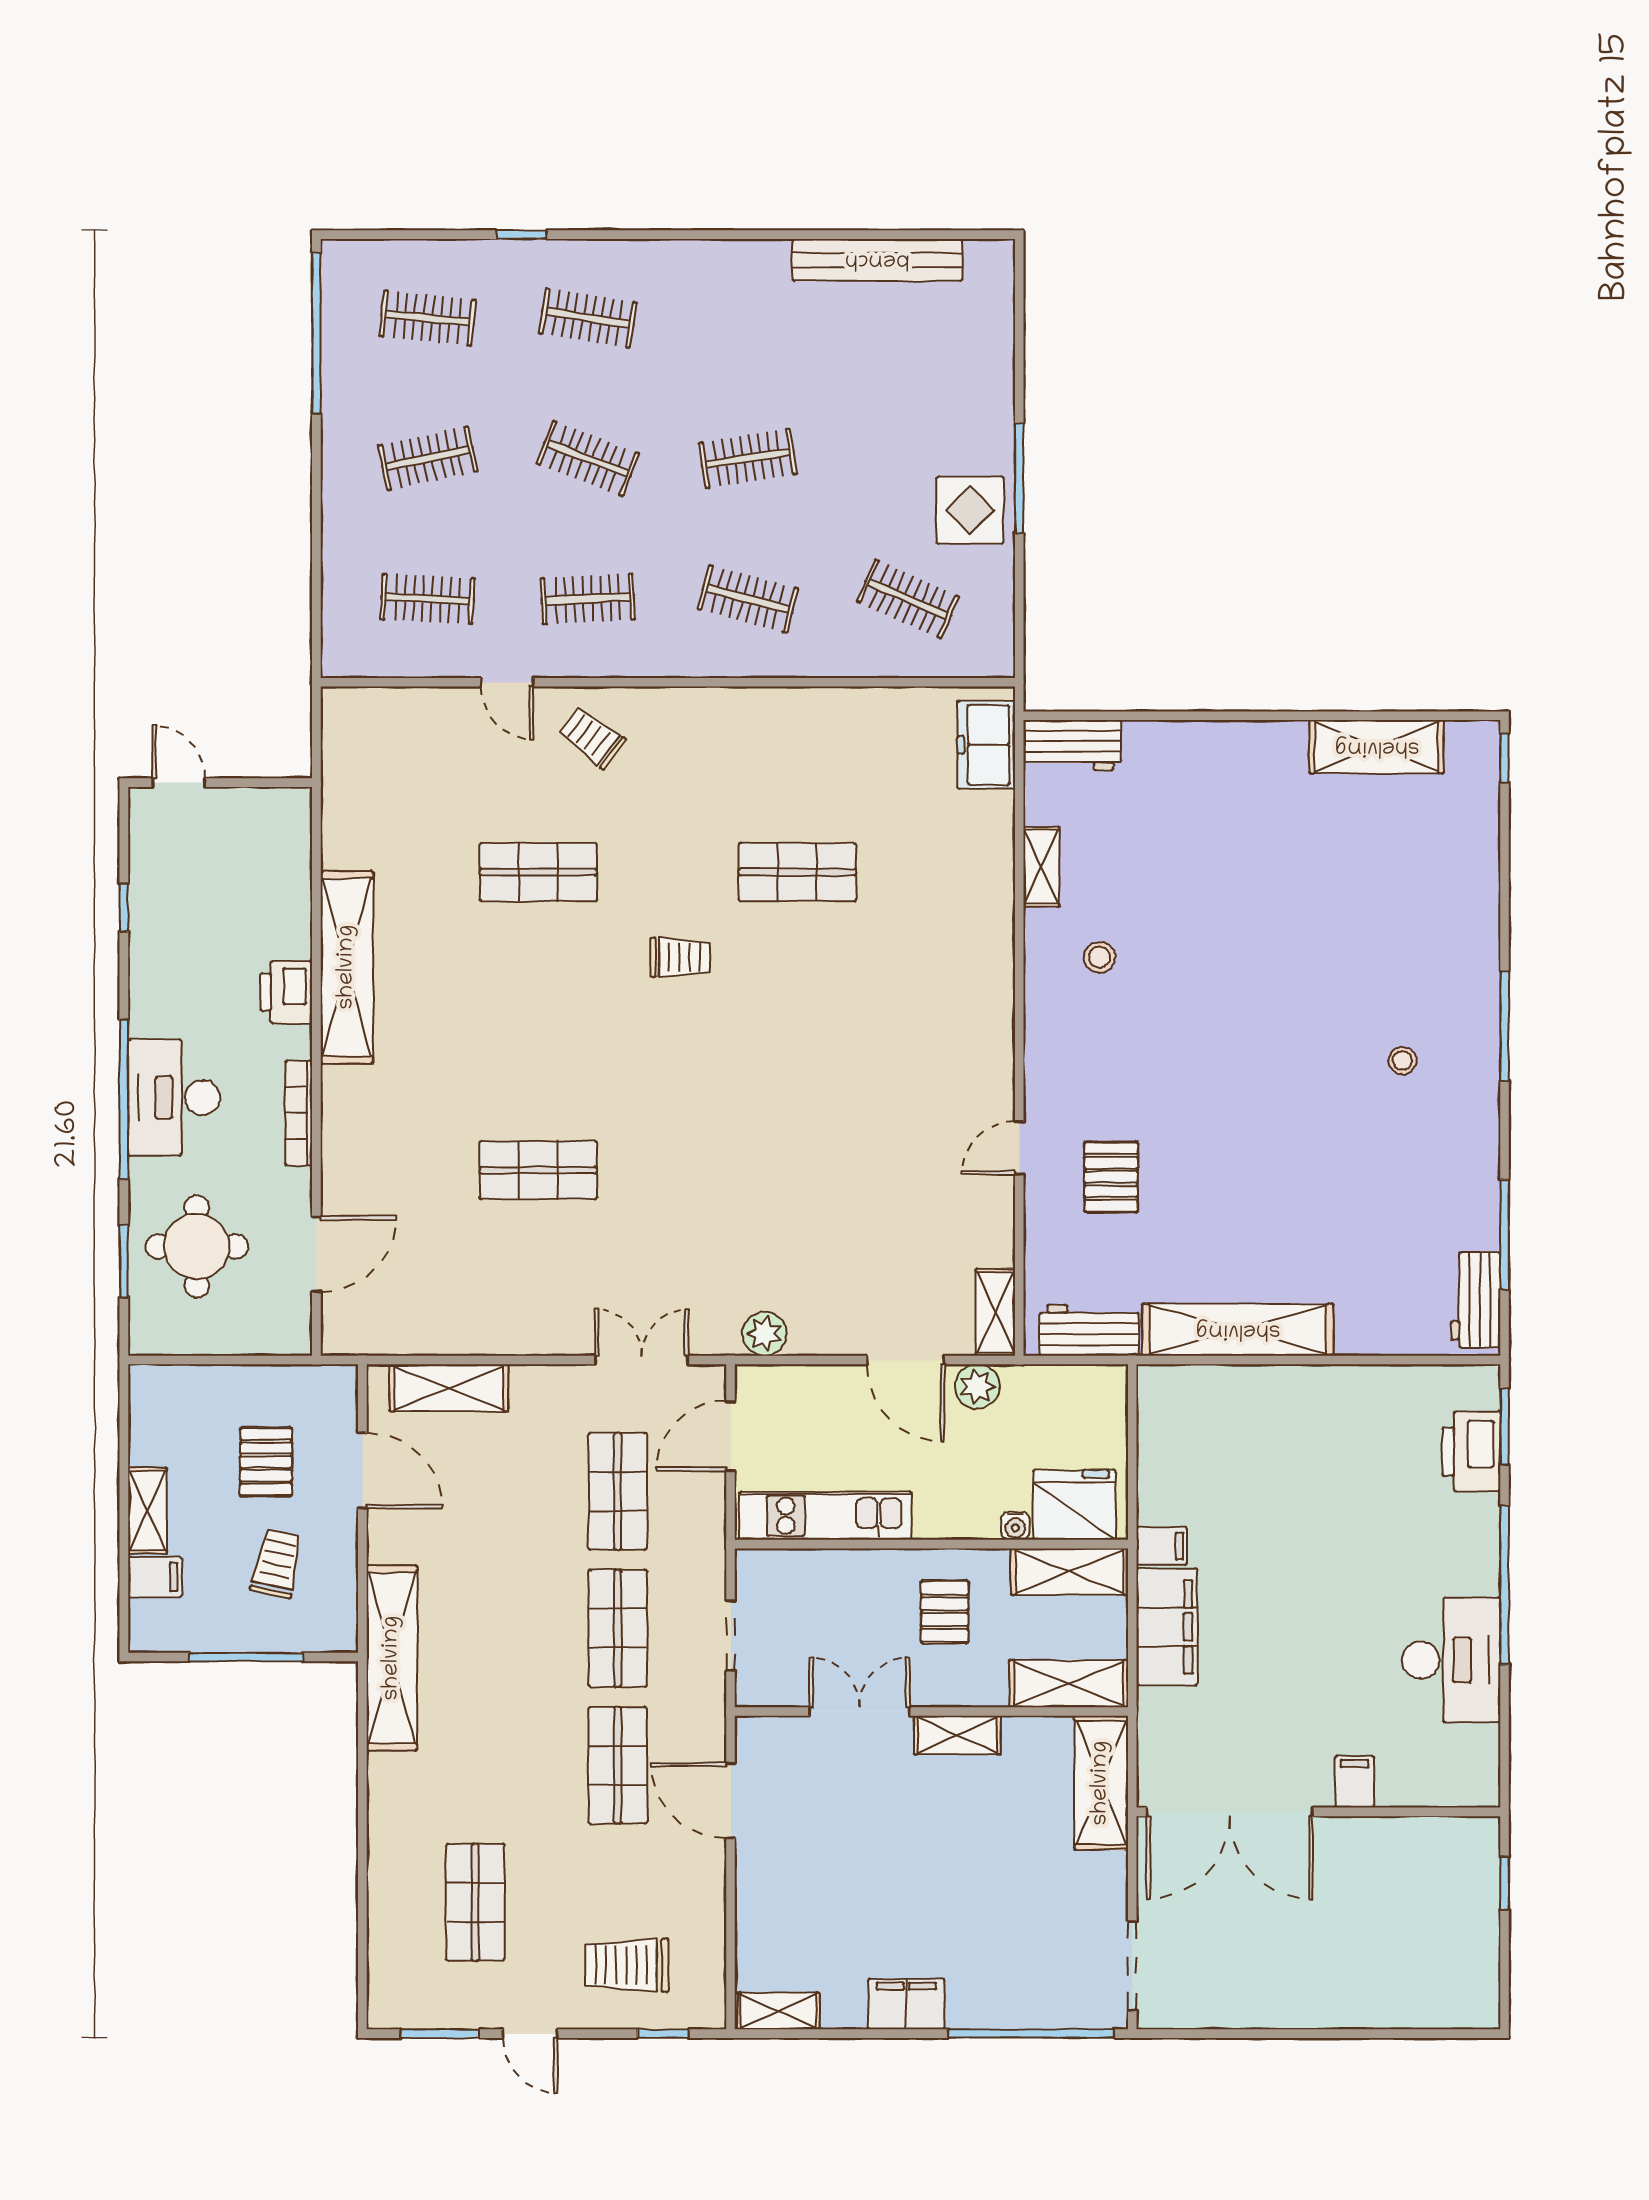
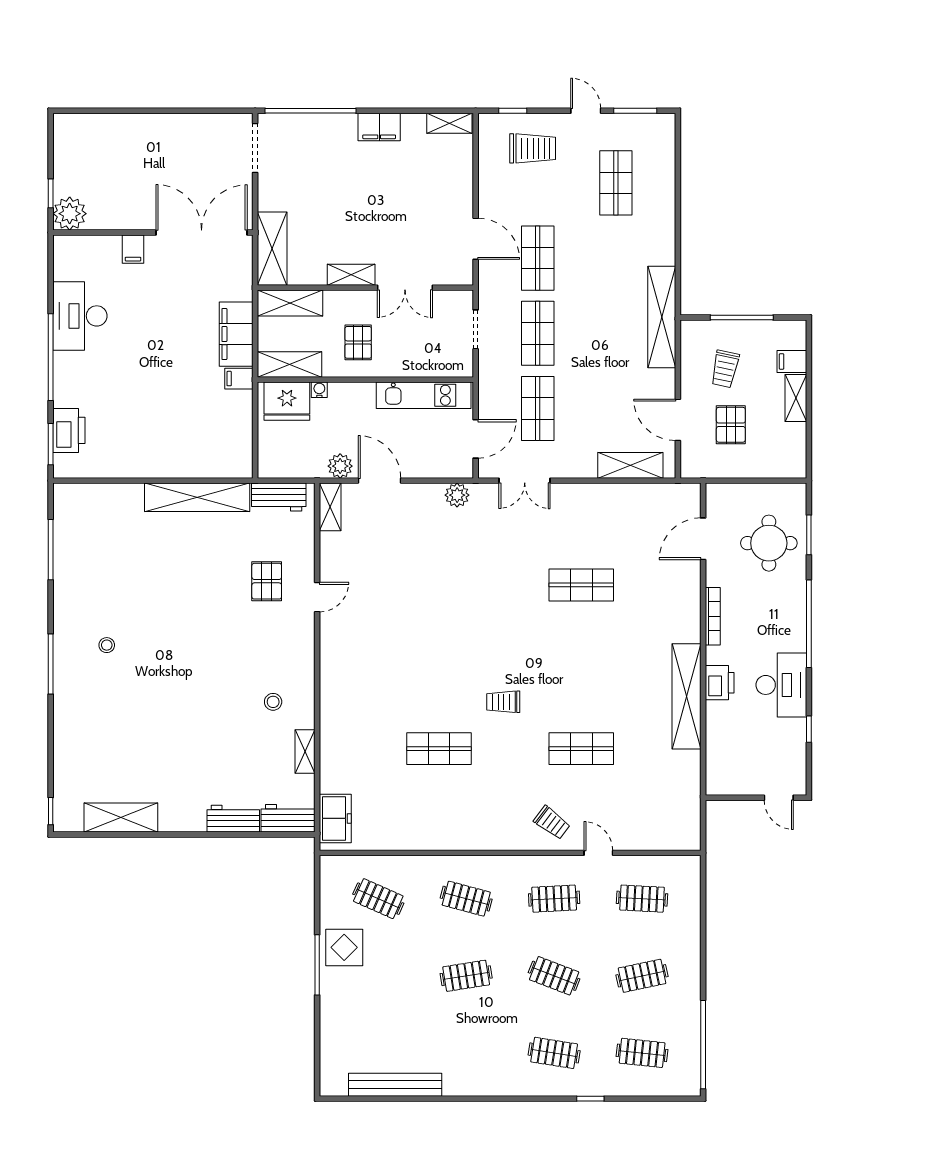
desk: (174, 1098) -> (781, 685), moved
workbench: (1476, 1300) -> (233, 819), moved, turned -90
plant: (1470, 1846) -> (70, 214), added

